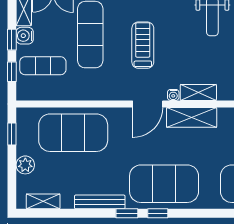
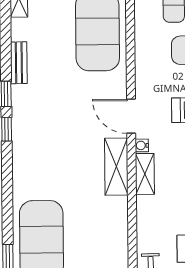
exercise mat: (164, 184) -> (40, 136), removed
bench: (100, 202) -> (19, 63), width x0.73

